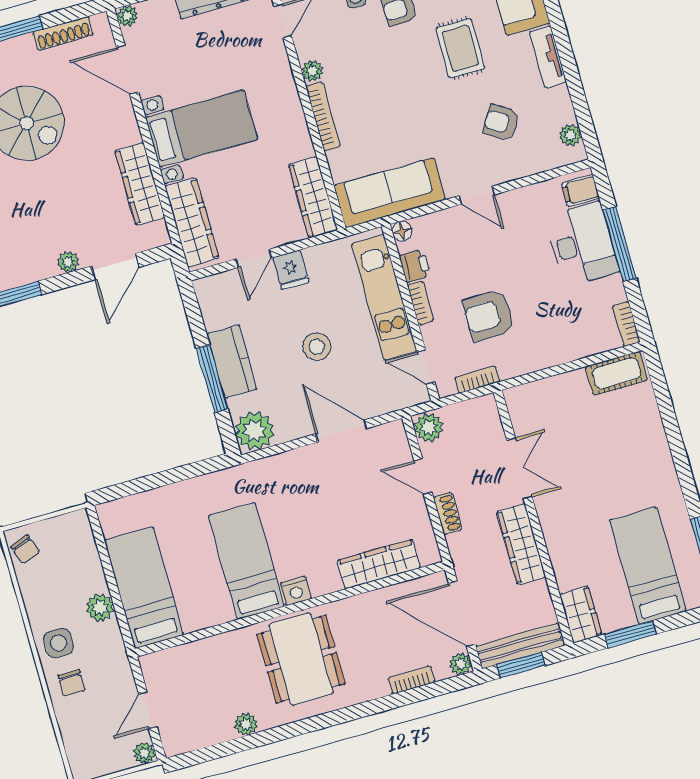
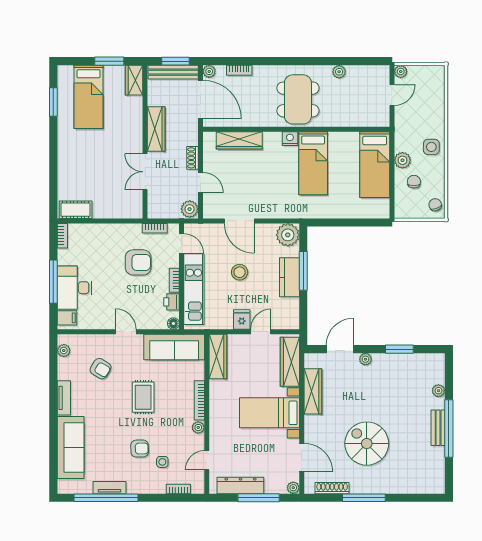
rug: (460, 48) -> (143, 397), moved
chair: (72, 683) -> (414, 182), moved

